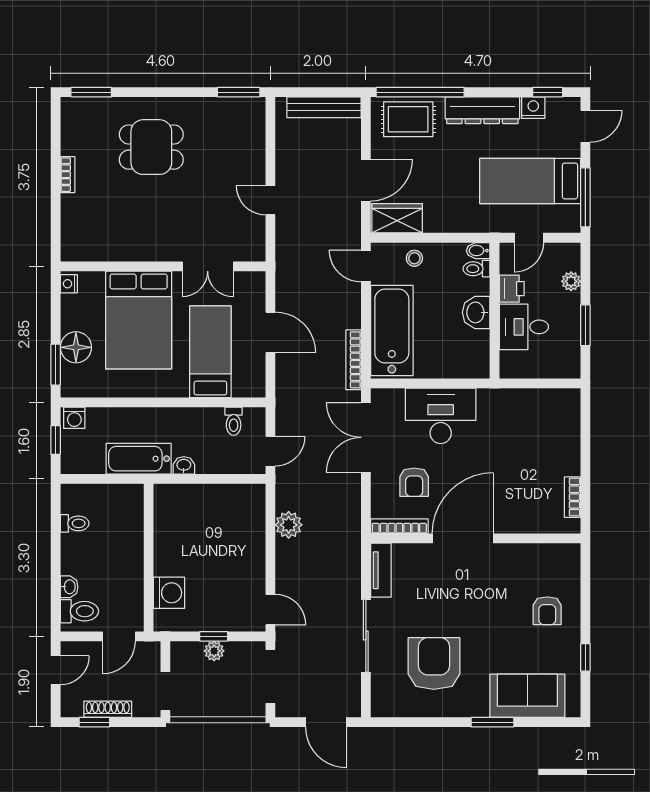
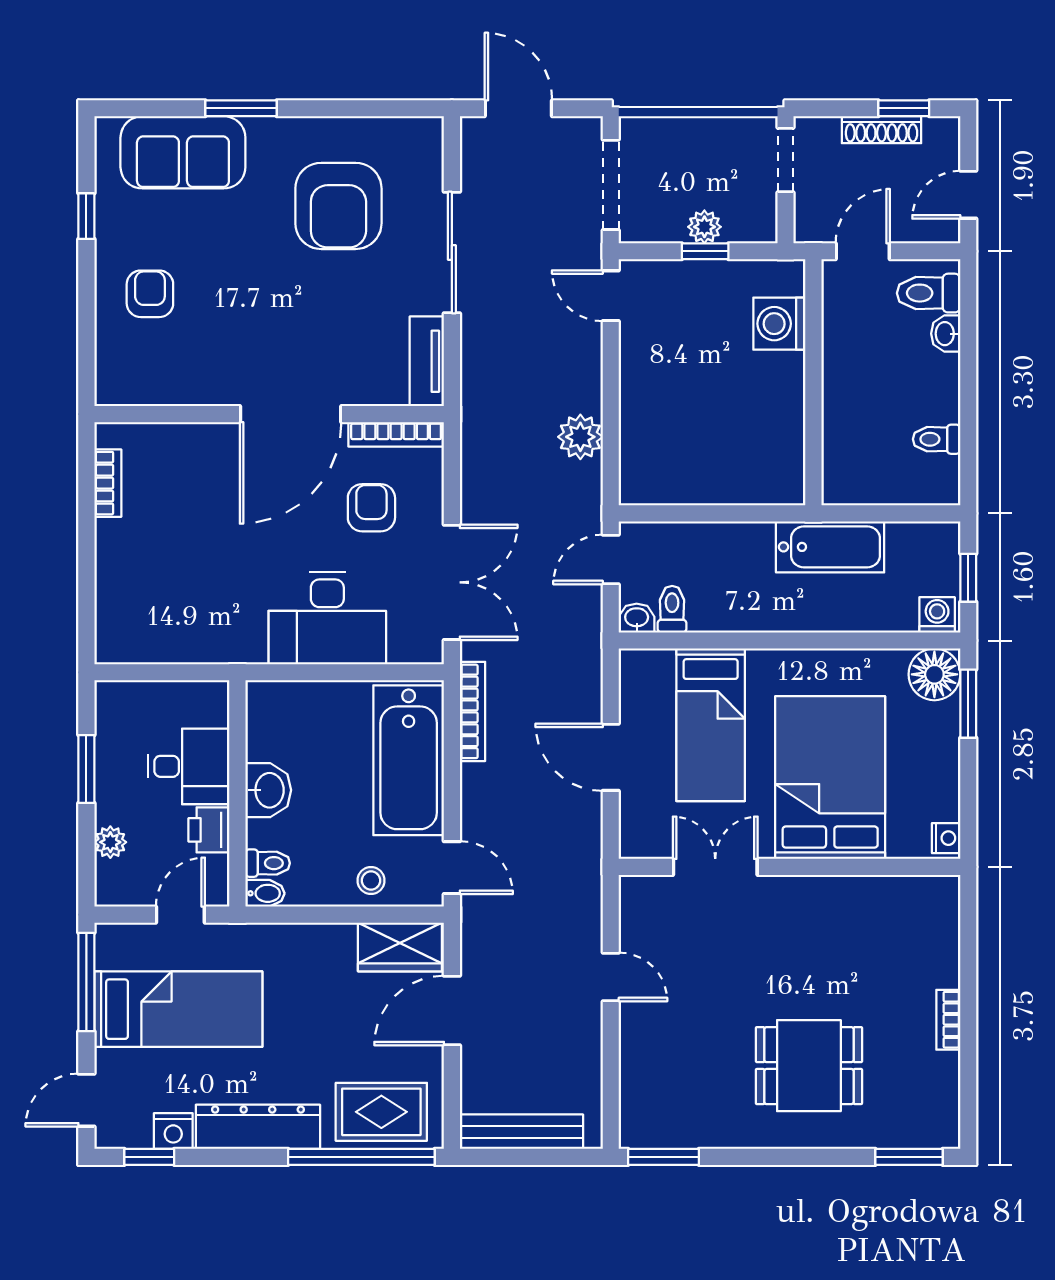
floor lamp: (76, 347) -> (934, 674), moved
washbasin: (184, 465) -> (637, 618), moved, turned 180

